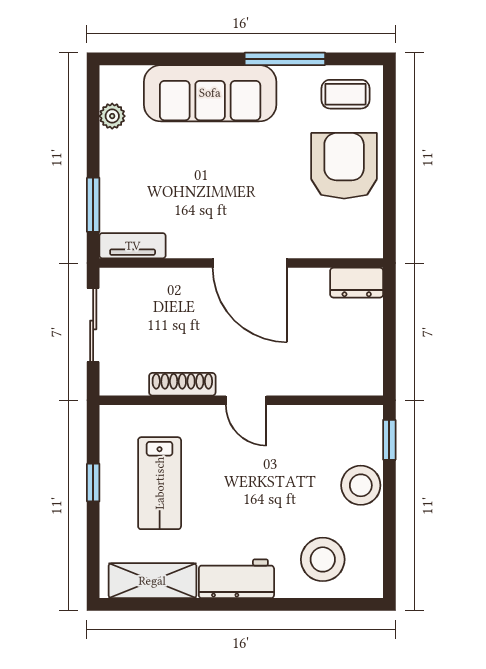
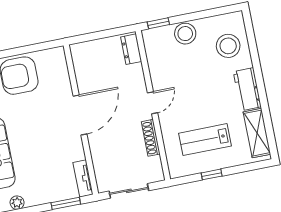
dresser: (357, 283) -> (131, 49), moved, turned 180
lab bench: (160, 483) -> (205, 140), turned 180

